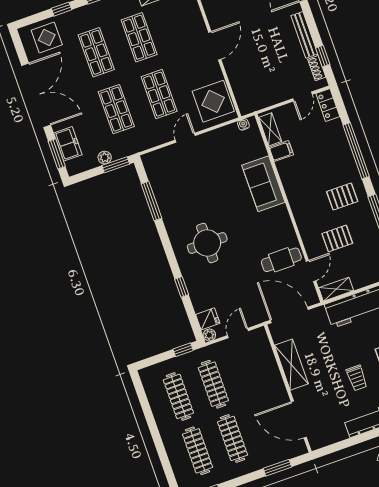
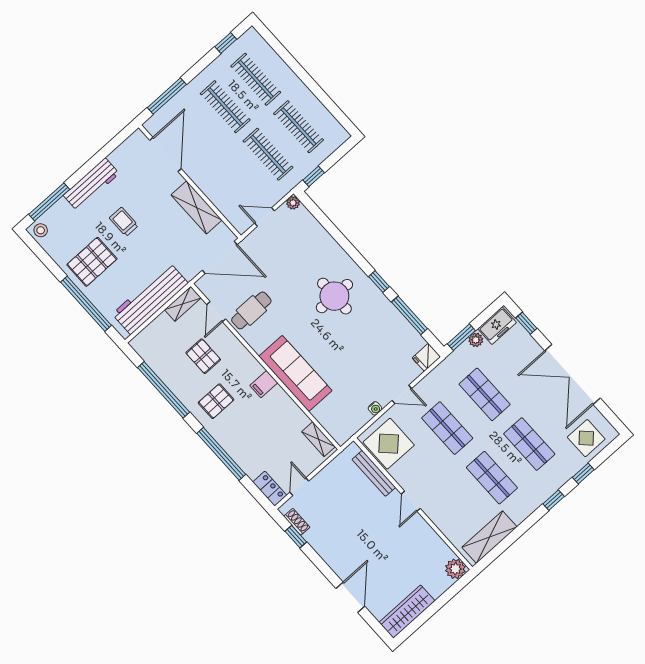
bench: (304, 35) -> (374, 473), moved
door: (215, 46) -> (411, 501), width x0.73
water cooler: (243, 124) -> (375, 408), moved
door: (185, 138) -> (402, 394), hinge flipped
freezer: (68, 144) -> (497, 326), moved, turned -90
filing cabinet: (281, 151) -> (264, 384), moved
window: (57, 154) -> (526, 323), width x0.67
sofa: (263, 184) -> (296, 373), width x1.36
pallet: (337, 238) -> (203, 356), turned 90
window: (182, 287) -> (379, 282), moved
fridge: (208, 319) -> (426, 357), moved
door: (238, 333) -> (265, 217), swing flipped
door: (299, 419) -> (165, 154), hinge flipped
window: (277, 468) -> (167, 96), width x1.44

